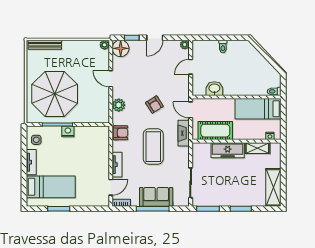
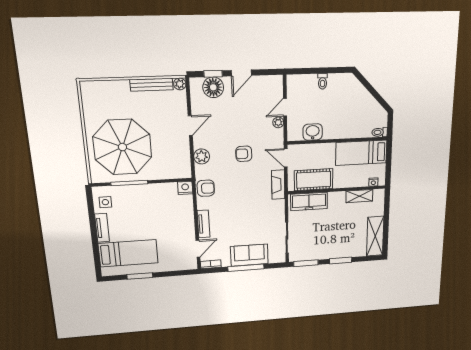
bench: (45, 45) -> (152, 85), moved
plant: (185, 45) -> (278, 122), moved
floor lamp: (121, 48) -> (213, 87), moved
door: (111, 79) -> (190, 126), swing flipped
armchair: (154, 105) -> (244, 154), turned 122
nightstand: (68, 131) -> (185, 188), moved
coffee table: (153, 147) -> (244, 201), removed
freezer: (228, 150) -> (309, 201), moved

